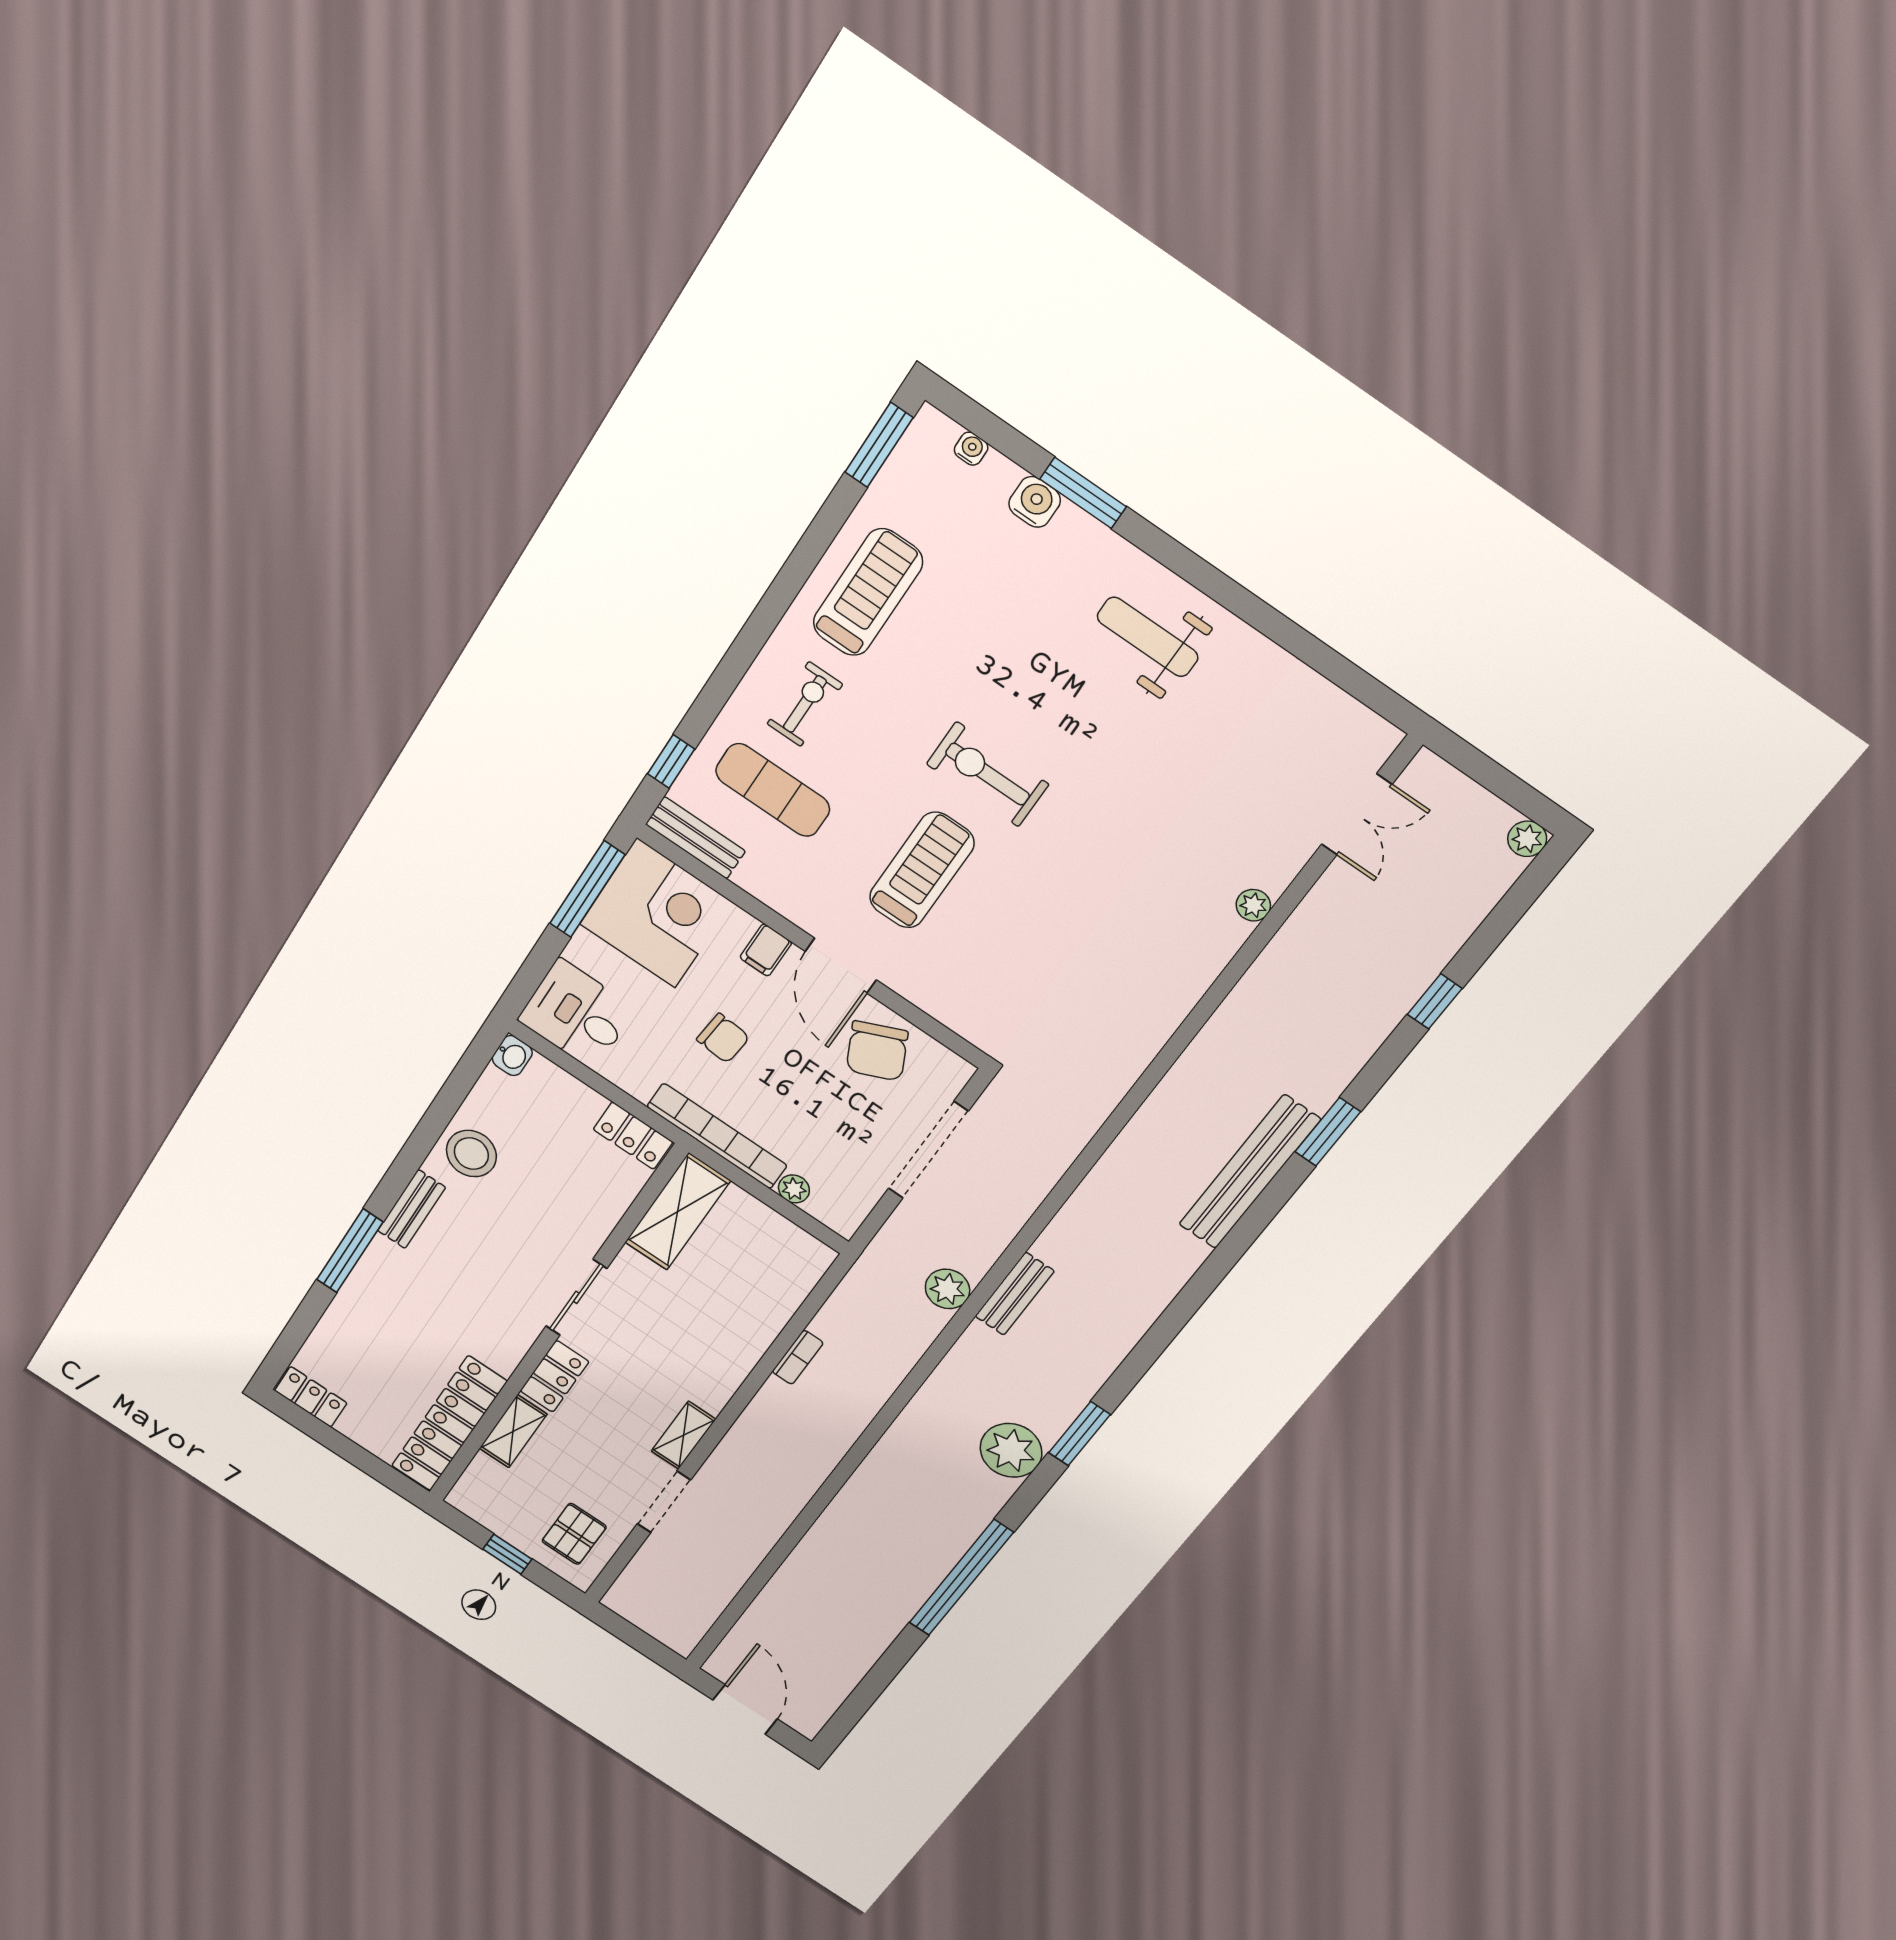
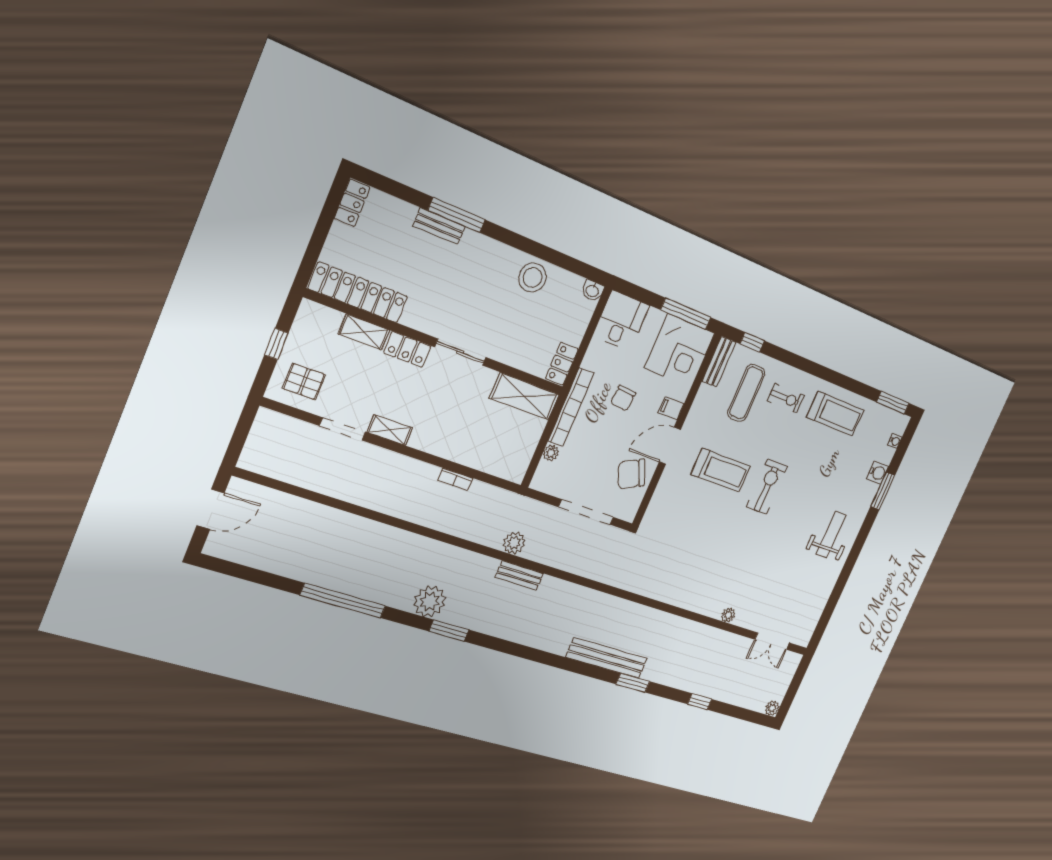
bench: (412, 1209) -> (439, 226), moved

